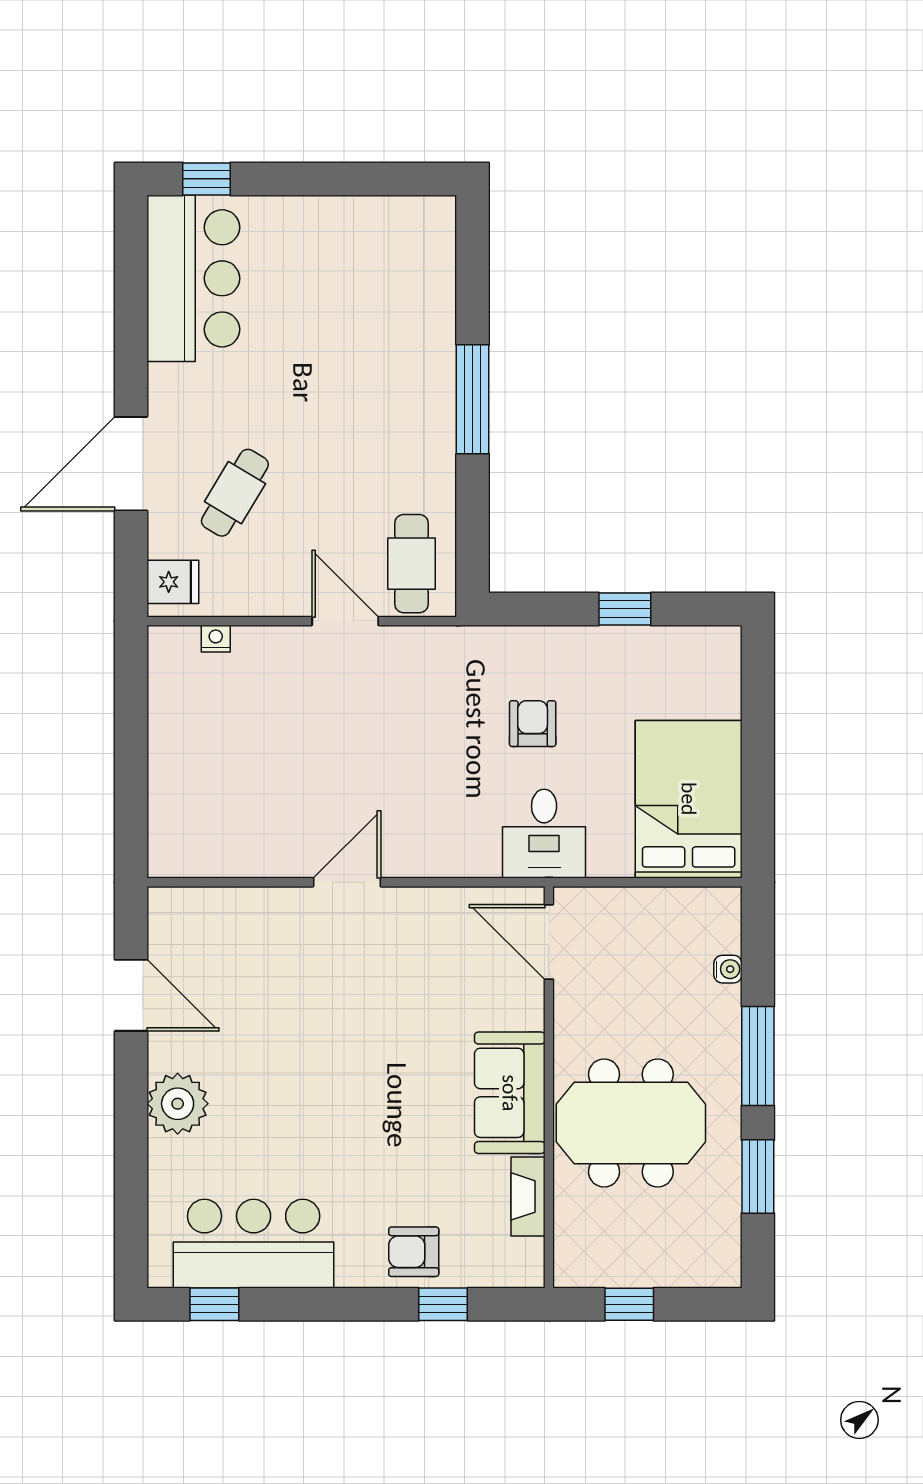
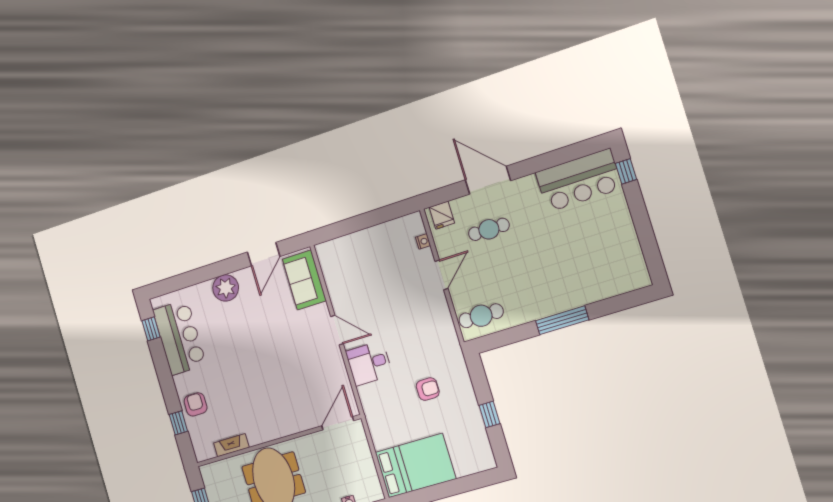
cafe table: (235, 493) -> (489, 229), turned -31
door: (345, 621) -> (441, 275), moved
desk: (544, 834) -> (369, 363), moved
sofa: (510, 1093) -> (304, 280), moved, turned -90

